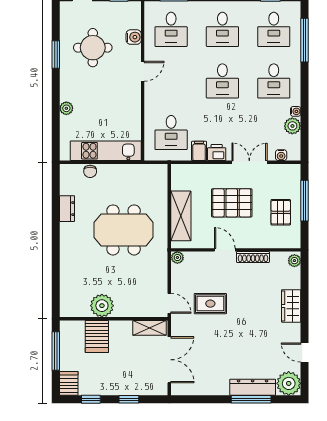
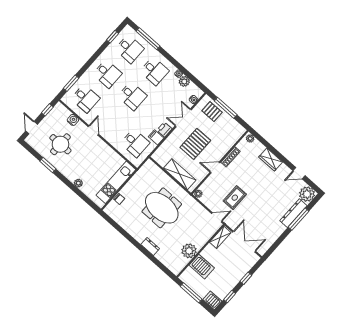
dresser: (67, 209) -> (150, 246), moved
pallet: (281, 212) -> (212, 112), moved
meeting table: (124, 230) -> (162, 208), turned 90

